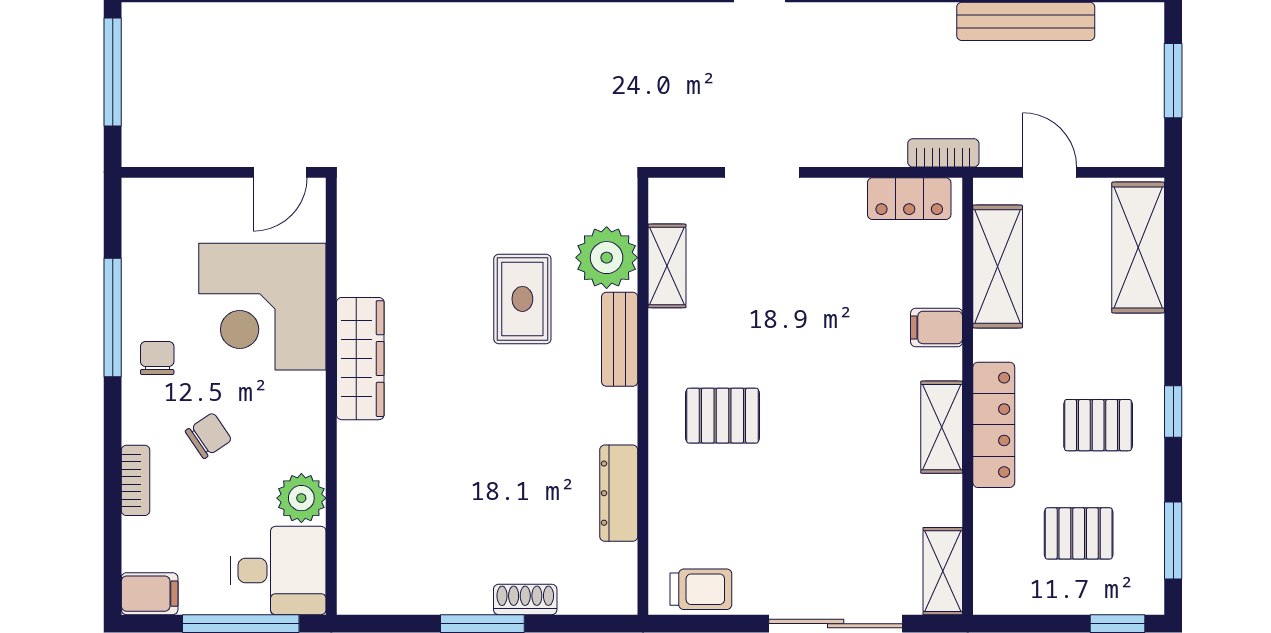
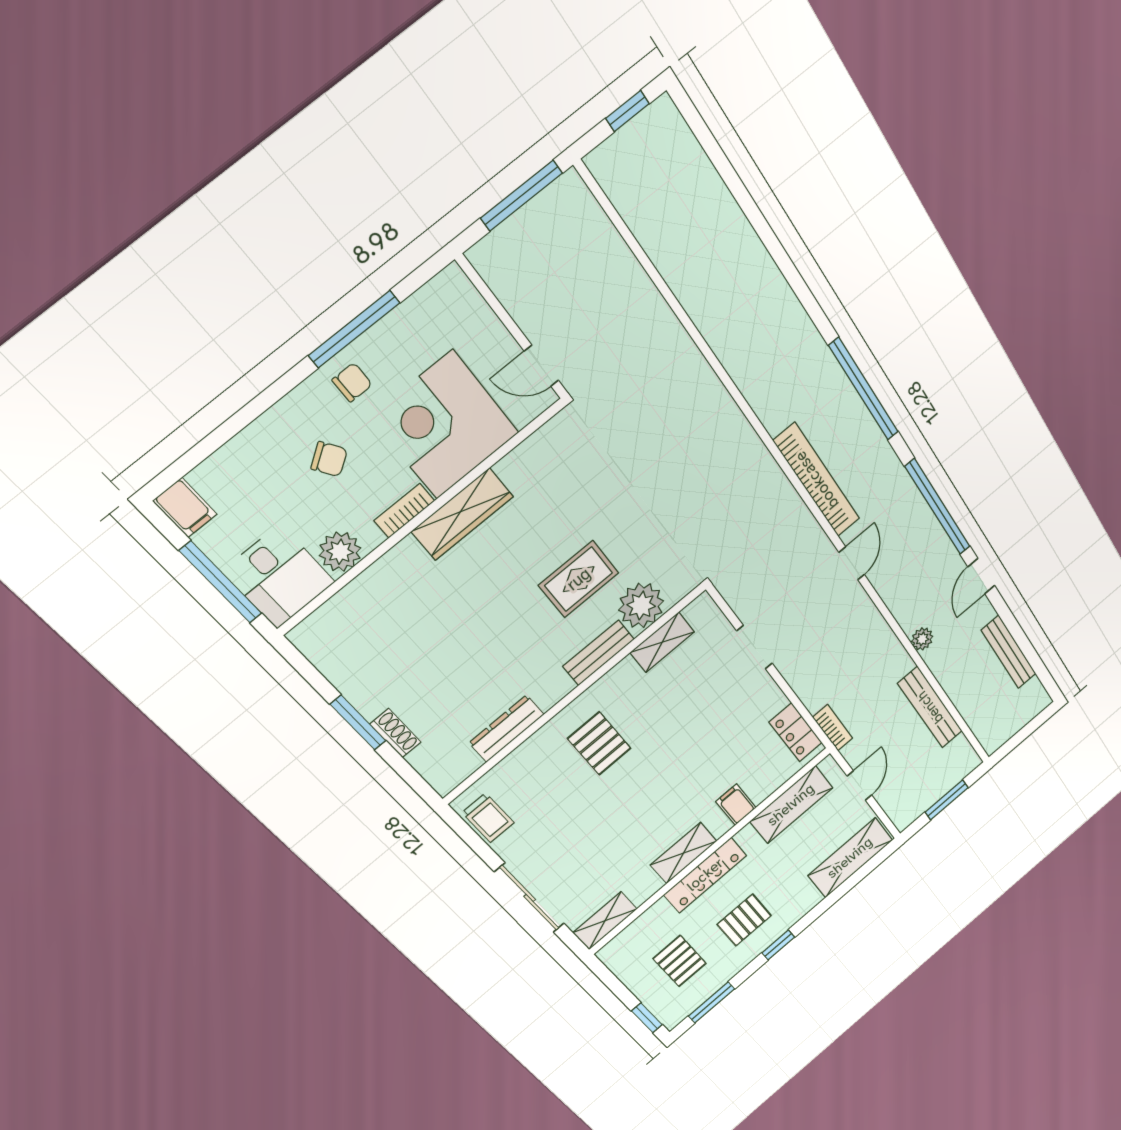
pallet: (1098, 425) -> (744, 920), turned 90
bookcase: (136, 480) -> (404, 511), moved, turned 180

